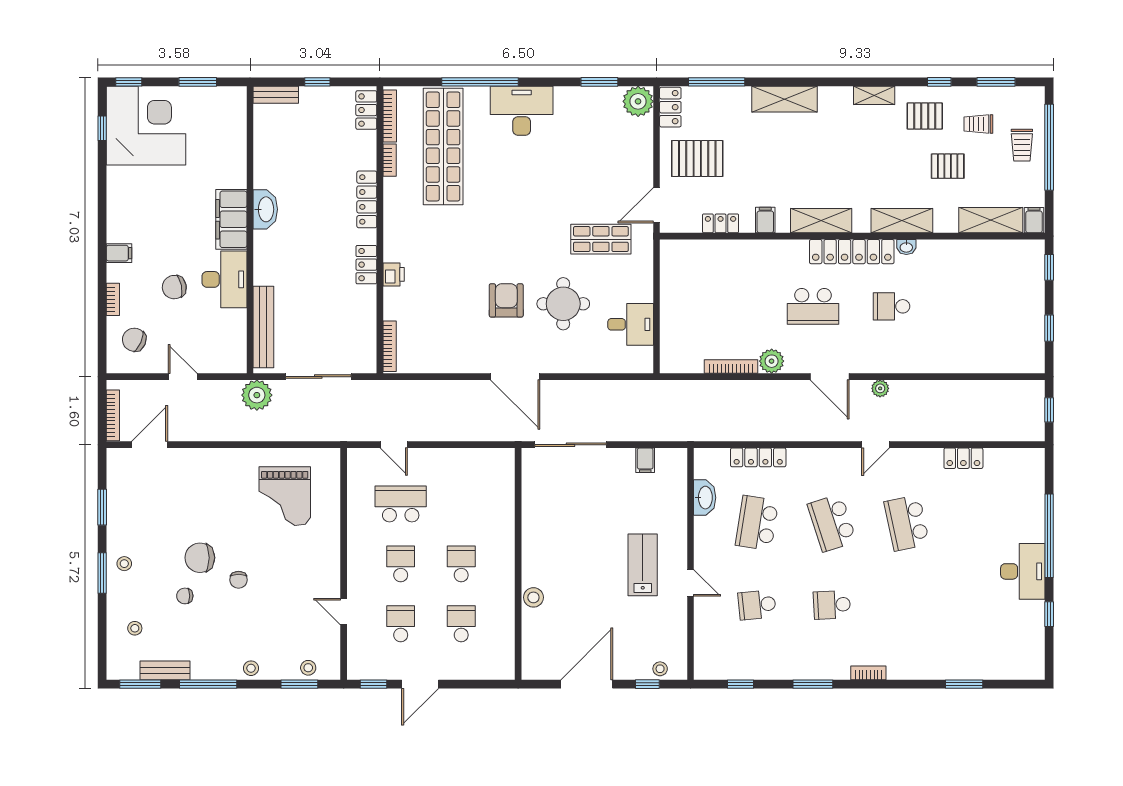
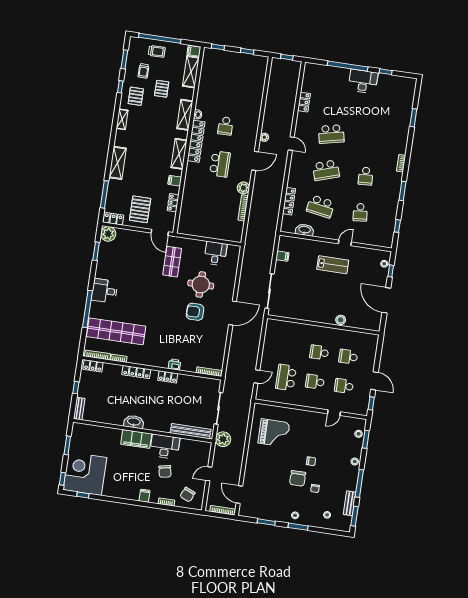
desk: (522, 111) -> (104, 291), width x0.73
lab bench: (643, 565) -> (333, 265), turned 180

